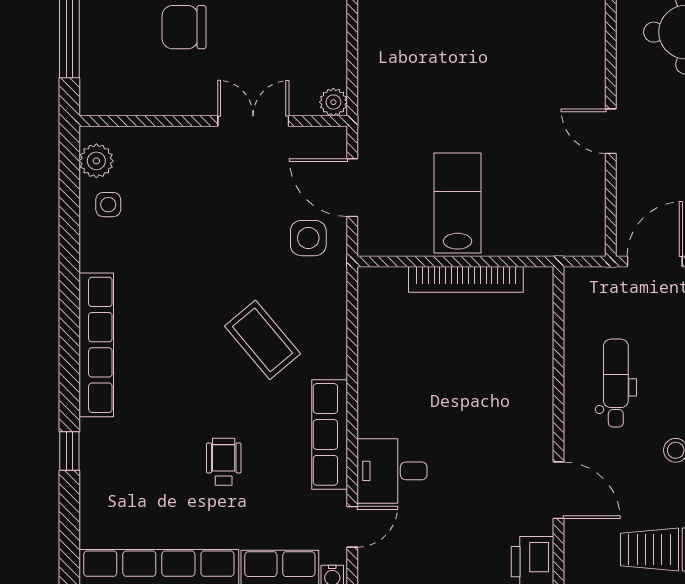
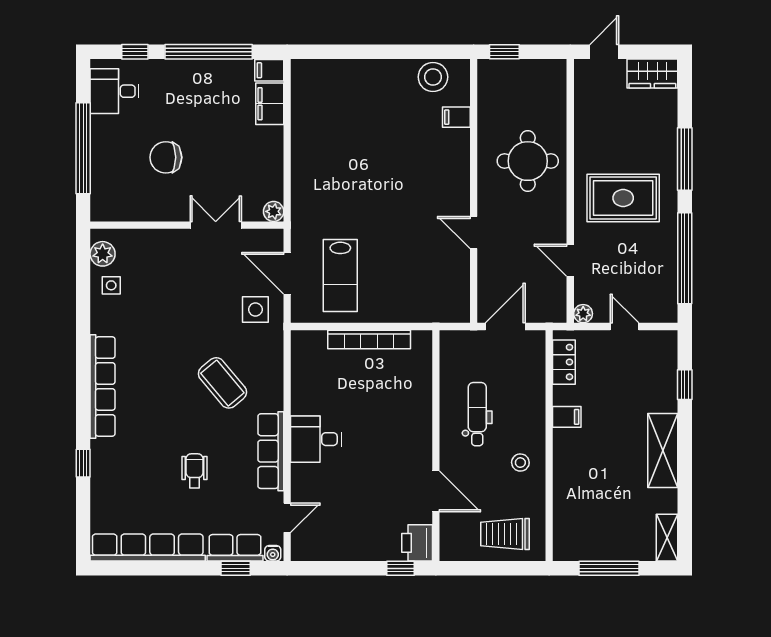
lab bench: (458, 203) -> (340, 275), moved, turned 180
desk: (392, 471) -> (316, 439), moved

